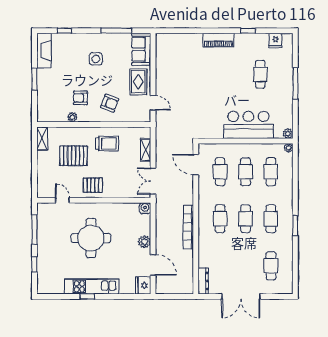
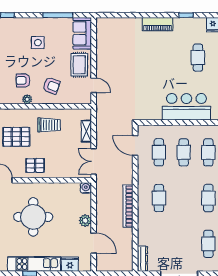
plant: (72, 117) -> (27, 99), moved
cafe table: (246, 219) -> (184, 198), removed
fridge: (143, 285) -> (70, 264), moved, turned 90

